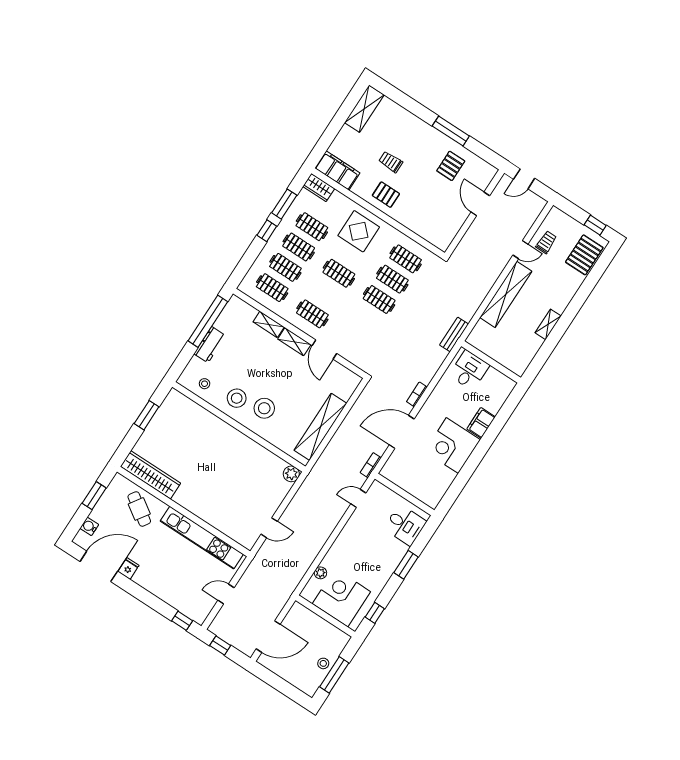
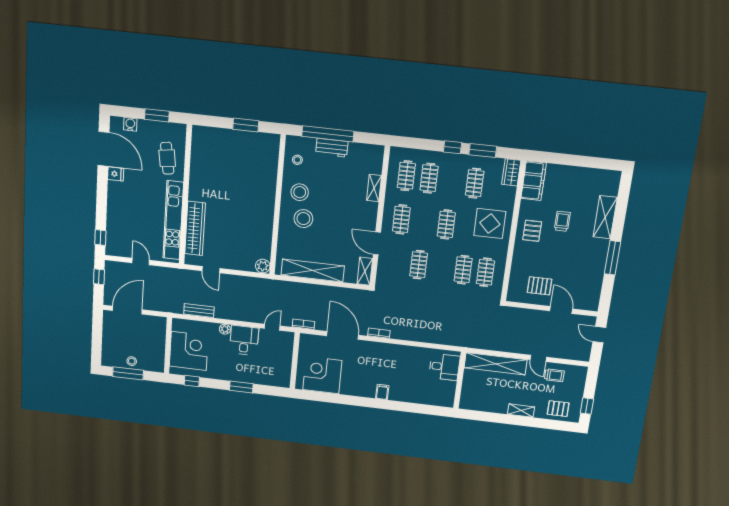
shelving: (364, 109) -> (605, 217), moved, turned 90
pallet: (451, 166) -> (539, 286), moved
door: (480, 204) -> (561, 310), hinge flipped
clothes rail: (299, 247) -> (452, 181), removed
pallet: (584, 255) -> (558, 409), width x0.67, depth x0.71
clothes rail: (379, 299) -> (419, 265), moved
window: (208, 321) -> (328, 134), moved
shelving: (548, 324) -> (521, 411), moved
bench: (454, 334) -> (199, 311), moved
shelving: (294, 342) -> (365, 271), moved
door: (324, 350) -> (377, 243), hinge flipped
wall: (491, 362) -> (460, 380), moved
desk: (469, 370) -> (444, 367), moved
filing cabinet: (481, 423) -> (382, 392), width x0.50
corner desk: (452, 446) -> (322, 375), moved
wardrobe: (150, 475) -> (195, 228), moved
door: (358, 498) -> (272, 327), hinge flipped
cafe table: (139, 509) -> (167, 158), turned -42
desk: (405, 525) -> (244, 340), moved, turned 180
plant: (320, 573) -> (225, 329), moved
door: (268, 637) -> (127, 310), swing flipped

